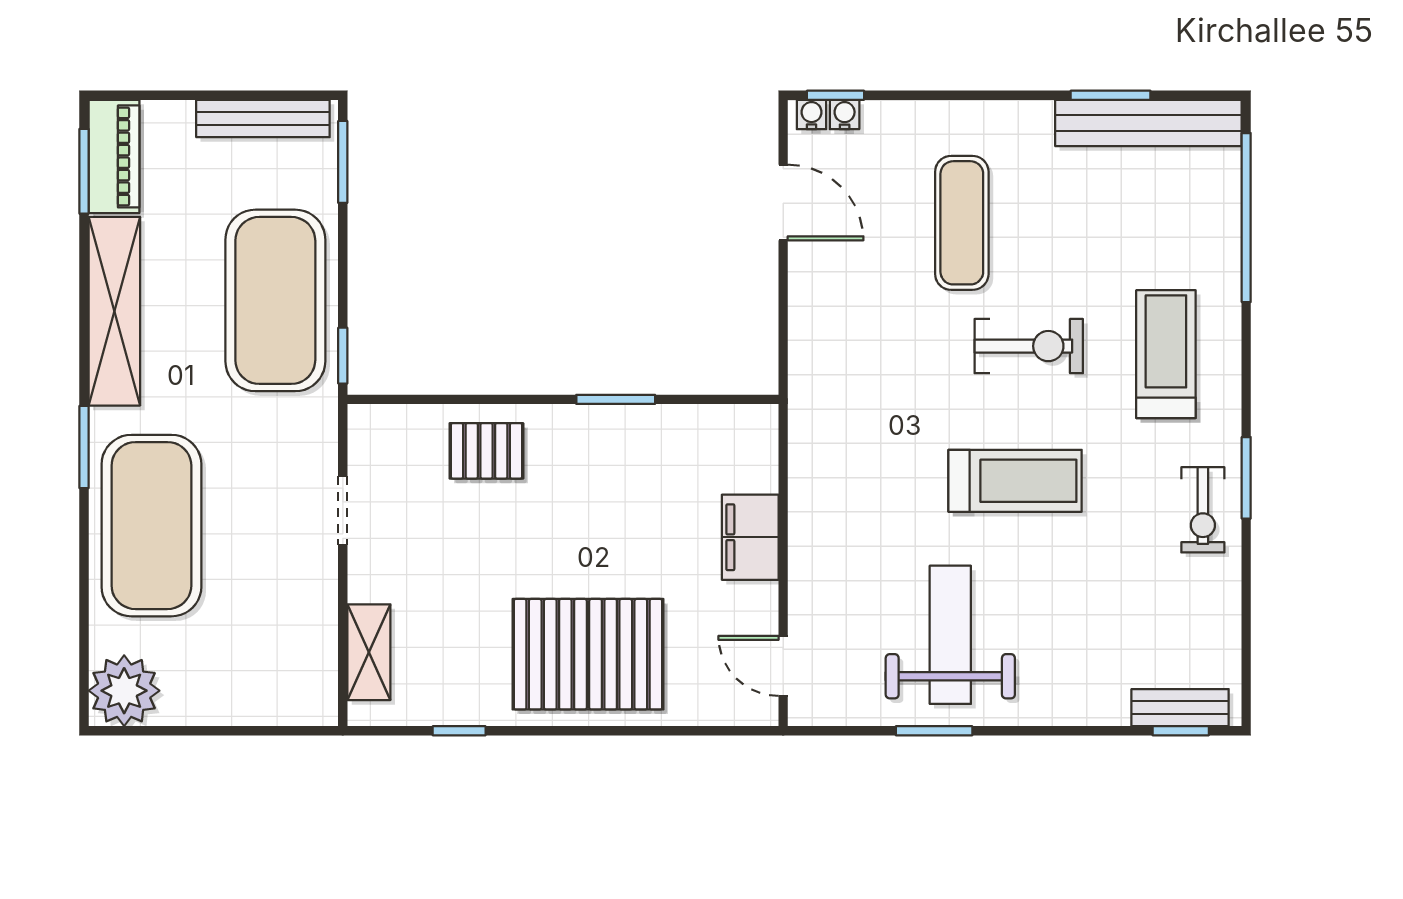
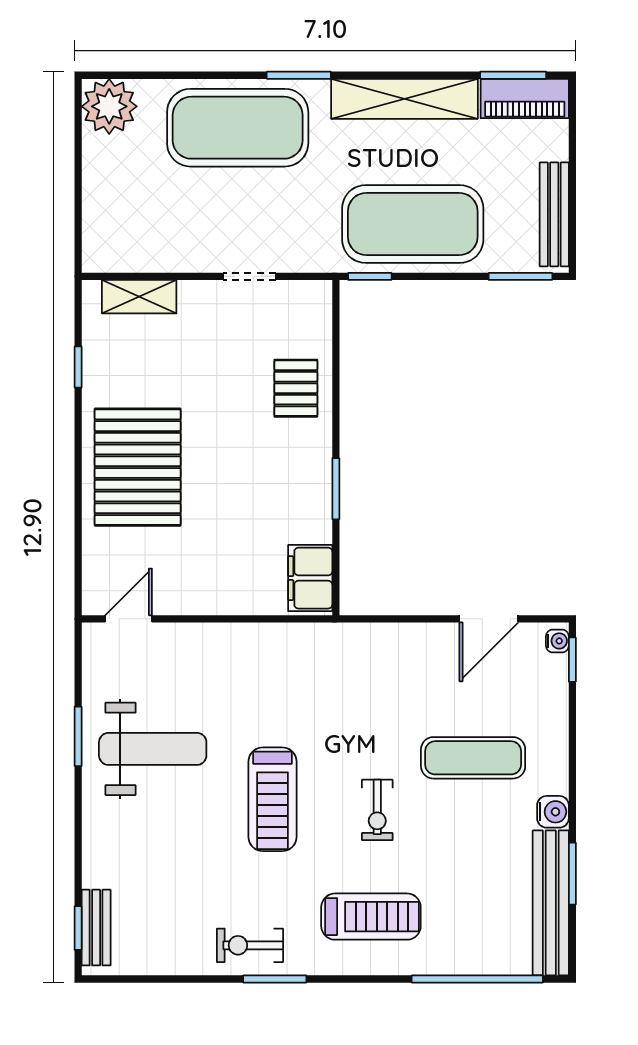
water cooler: (845, 114) -> (553, 812), moved, width x1.38, depth x1.38
exercise bike: (1029, 346) -> (377, 810), width x0.73, depth x0.72
filing cabinet: (750, 537) -> (310, 578), moved, turned -90

